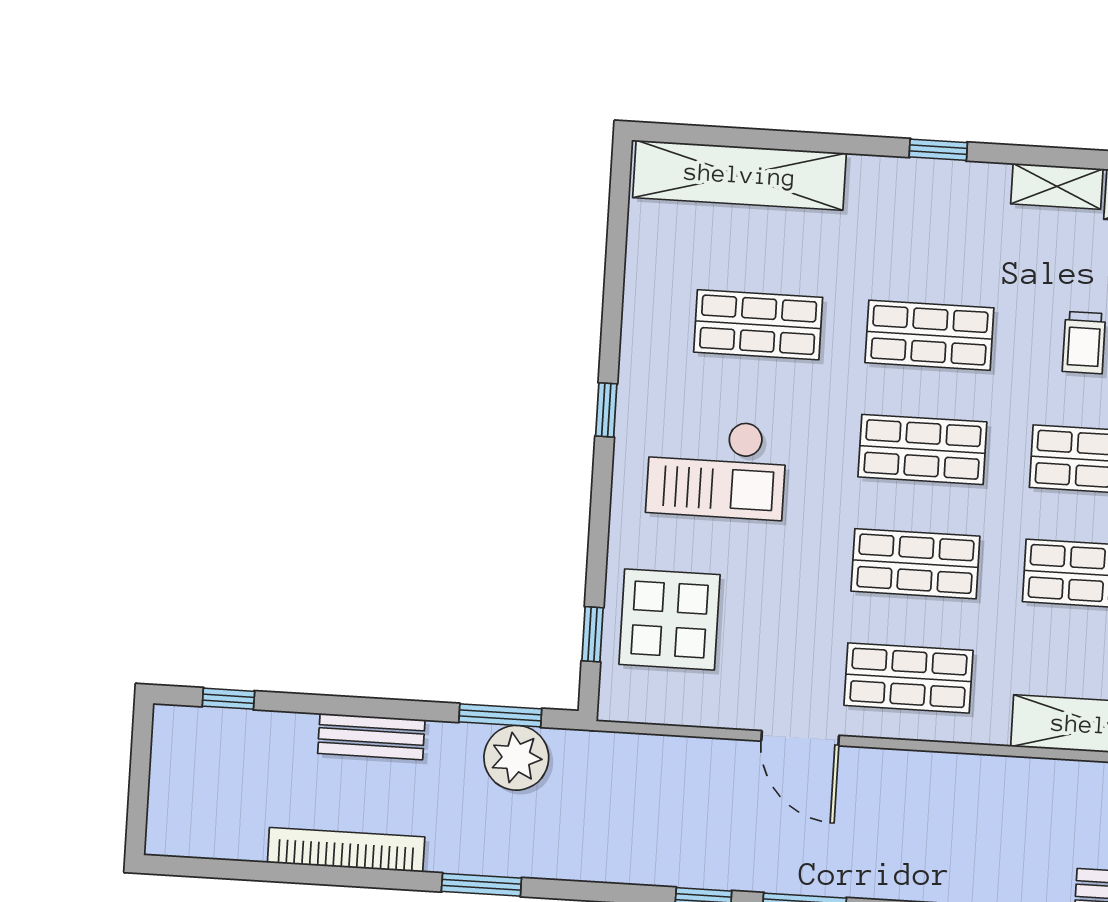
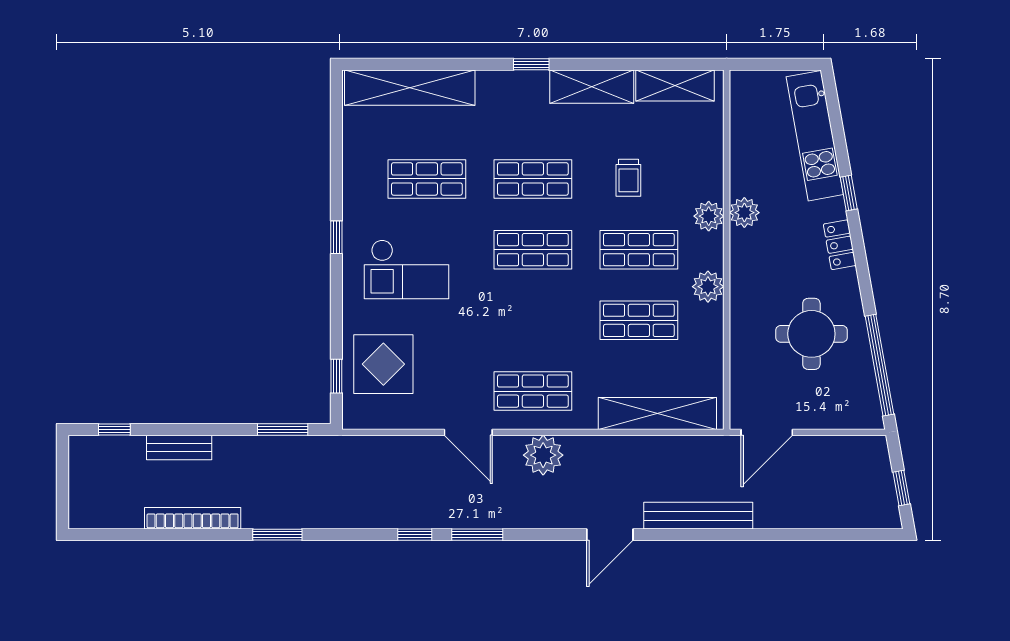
shelving: (1057, 186) -> (592, 87), width x1.50, depth x1.33
shop shelf: (915, 564) -> (533, 320), removed
bench: (371, 737) -> (179, 447), moved
plant: (516, 758) -> (543, 455), moved

